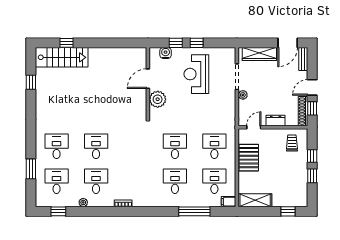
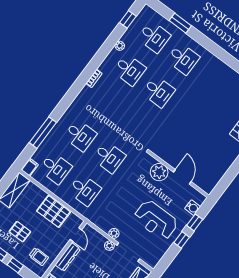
reception desk: (196, 74) -> (156, 220), turned 180
plant: (231, 99) -> (114, 233), added
dresser: (276, 121) -> (68, 257), width x1.44
pallet: (284, 172) -> (20, 232), added

